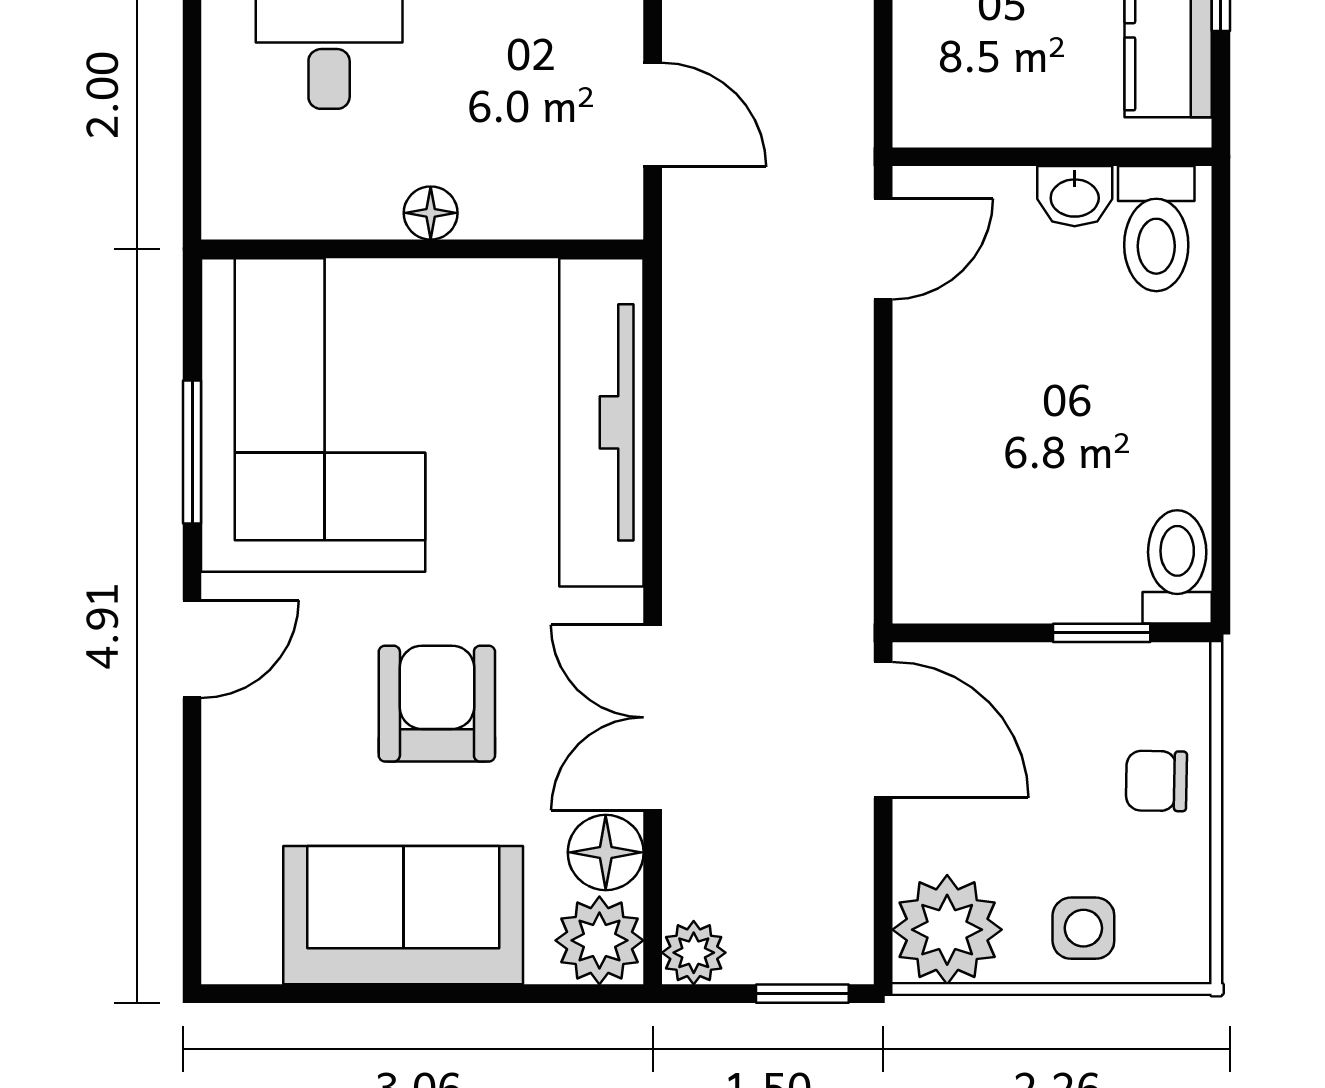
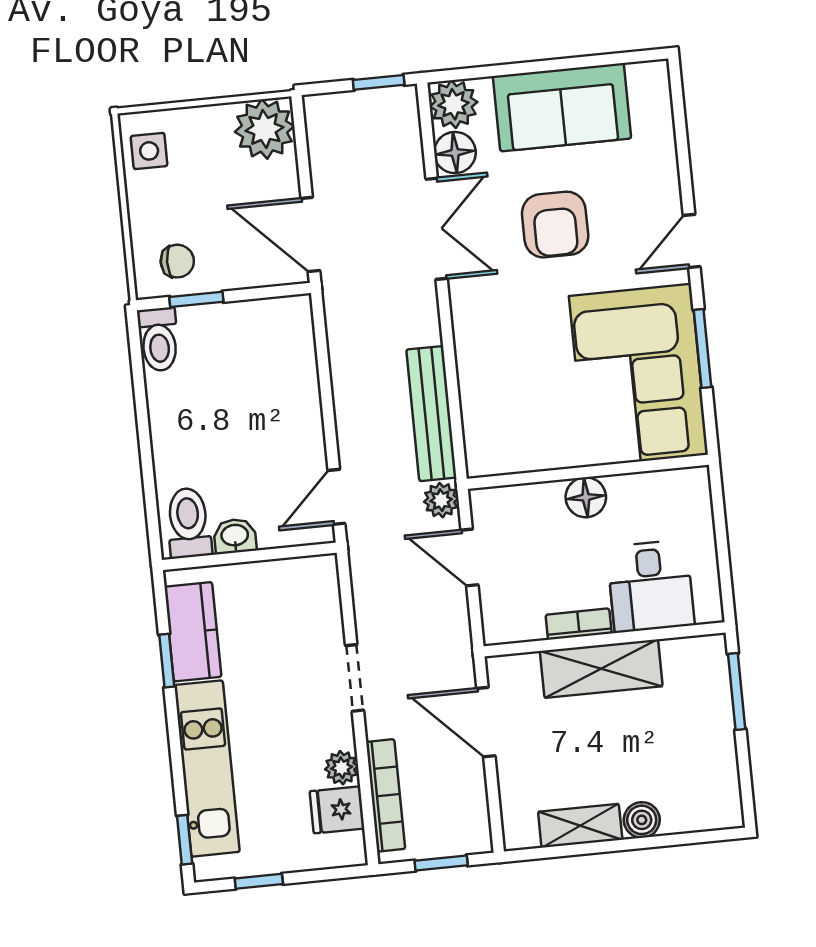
floor lamp: (431, 213) -> (586, 497), width x1.37, depth x1.37
bench: (696, 383) -> (431, 414), added
tv unit: (601, 422) -> (481, 387), removed
chair: (1156, 781) -> (177, 261), moved
side table: (1083, 928) -> (149, 151), moved
plant: (694, 953) -> (441, 500), moved
window: (802, 994) -> (379, 82), moved

